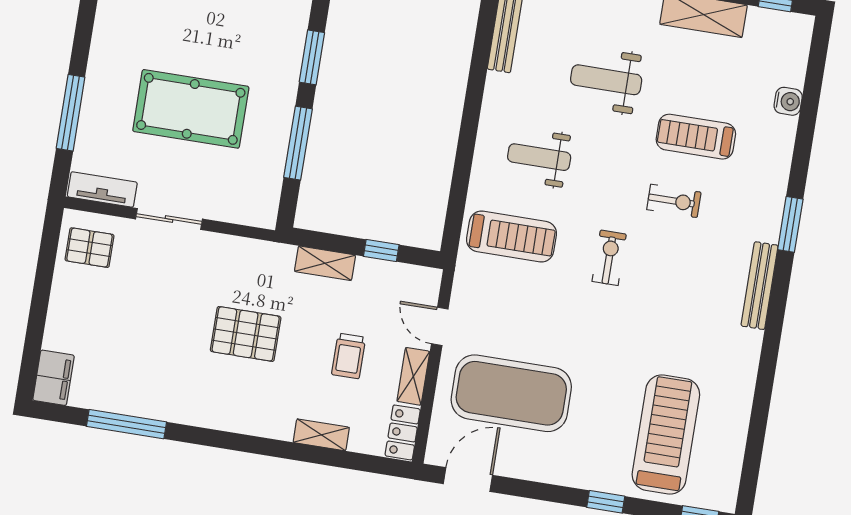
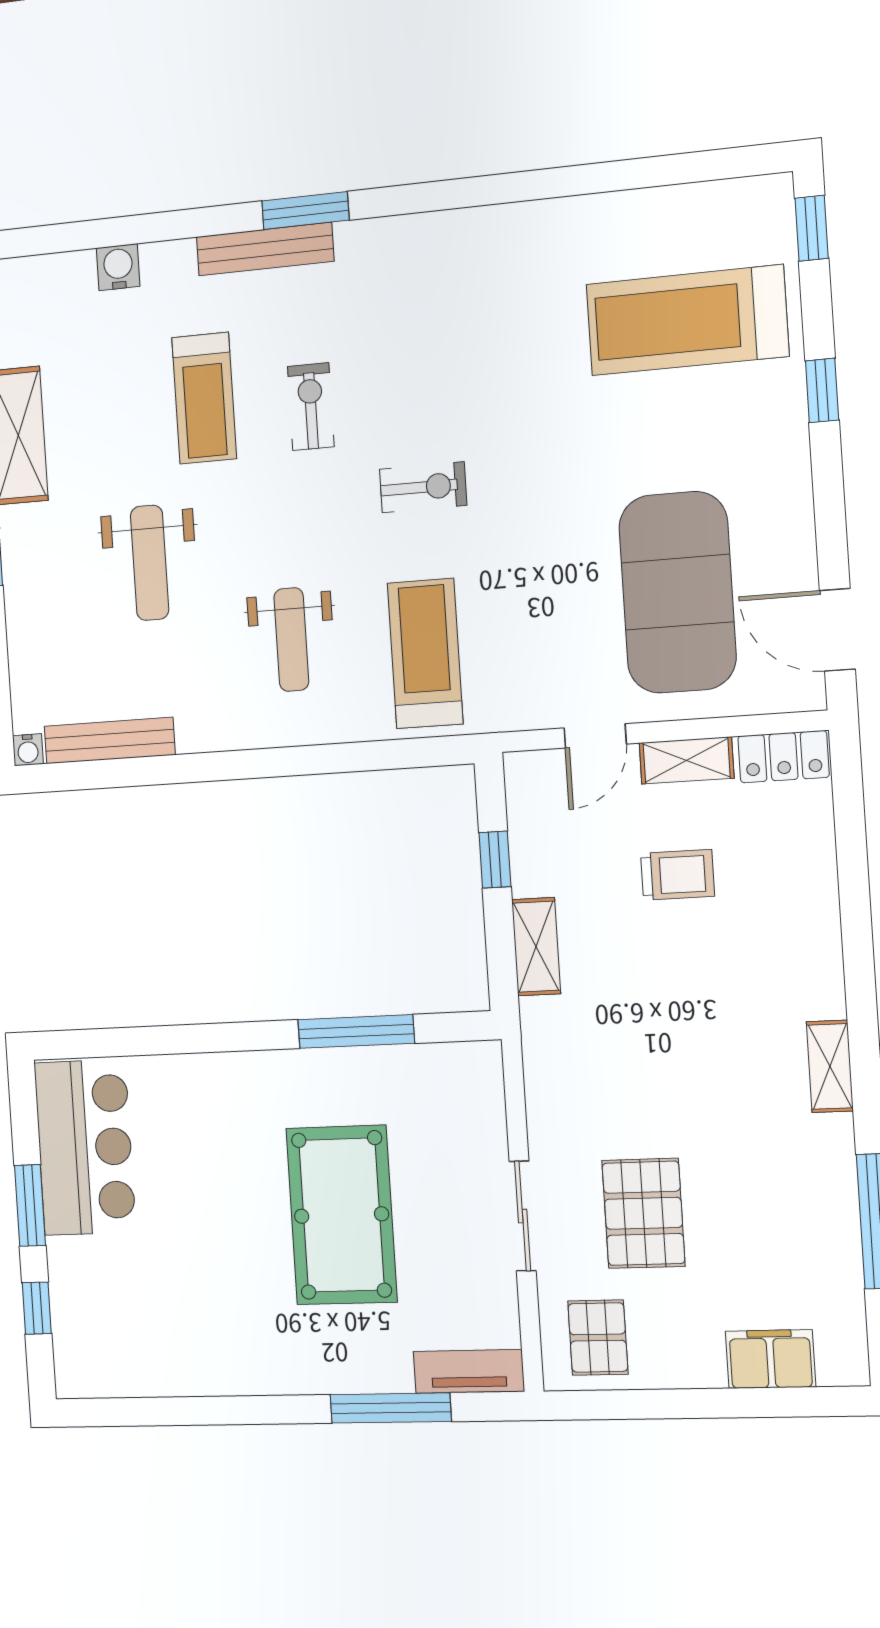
window: (312, 57) -> (219, 1038), removed
tv unit: (102, 189) -> (469, 1371), moved, turned 90
exercise bike: (609, 258) -> (423, 487), turned 180
bench: (760, 286) -> (265, 249), moved
pallet: (246, 334) -> (643, 1213), moved
filing cabinet: (54, 378) -> (771, 1359), moved
shelving: (321, 435) -> (830, 1066), moved

